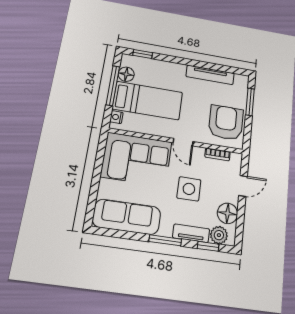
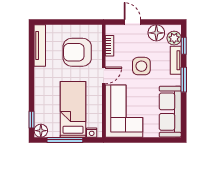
floor lamp: (126, 74) -> (41, 131), moved
tv unit: (210, 75) -> (40, 45), moved
window: (250, 102) -> (58, 22), removed
armchair: (226, 123) -> (77, 52), moved

